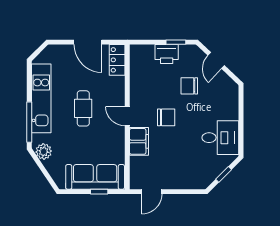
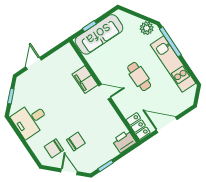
printer: (167, 54) -> (124, 141), moved
chair: (166, 117) -> (54, 148), moved
door: (152, 192) -> (34, 63), moved

